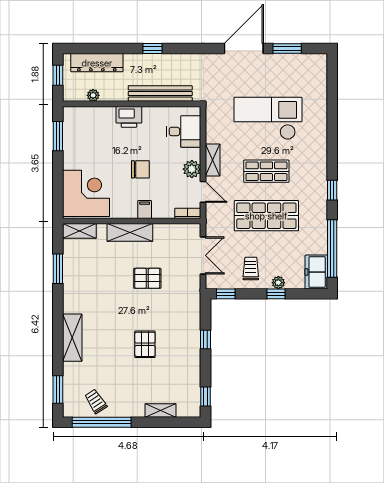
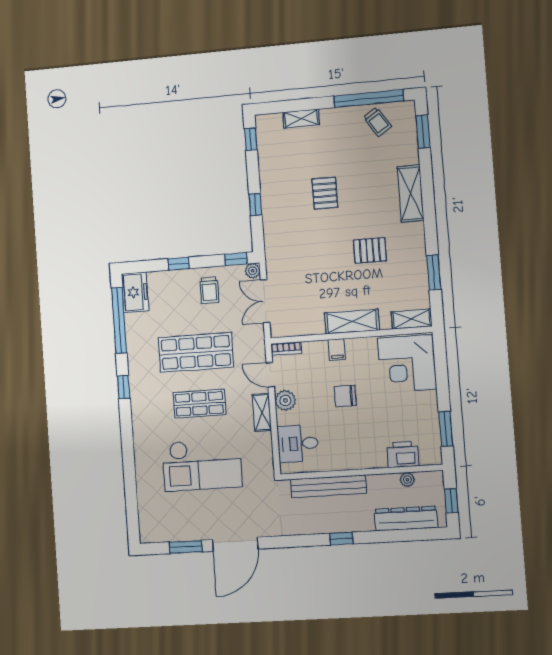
printer: (129, 117) -> (403, 454), moved
pallet: (147, 278) -> (370, 250), moved
plant: (278, 283) -> (253, 271), moved

